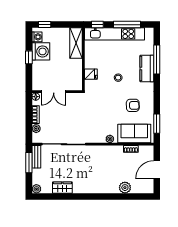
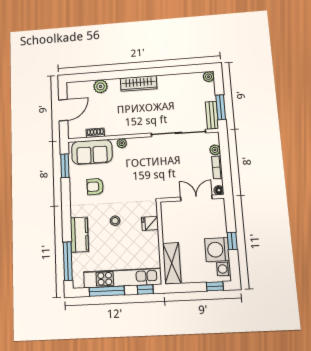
window: (157, 59) -> (68, 261), moved
wardrobe: (62, 188) -> (139, 83), moved, width x1.50

